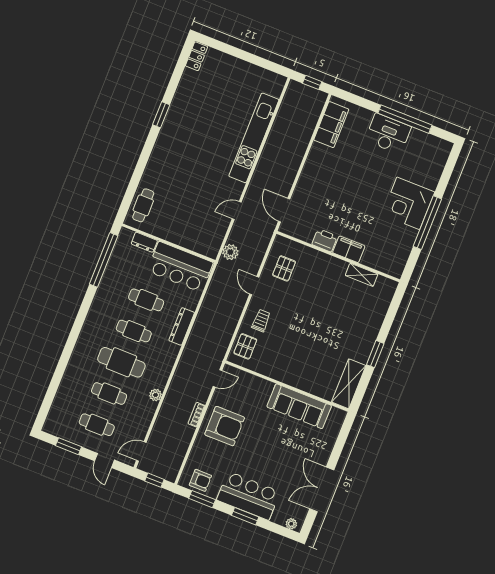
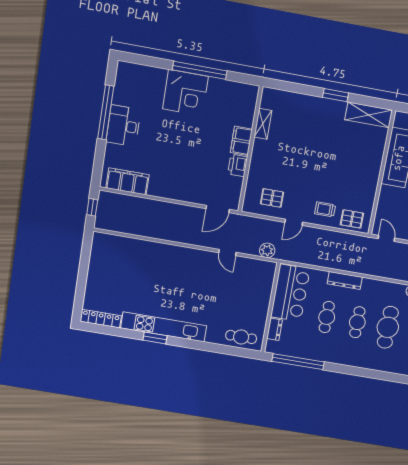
locker: (197, 56) -> (101, 319), width x1.53
kitchen unit: (254, 138) -> (164, 327), moved, turned 180

